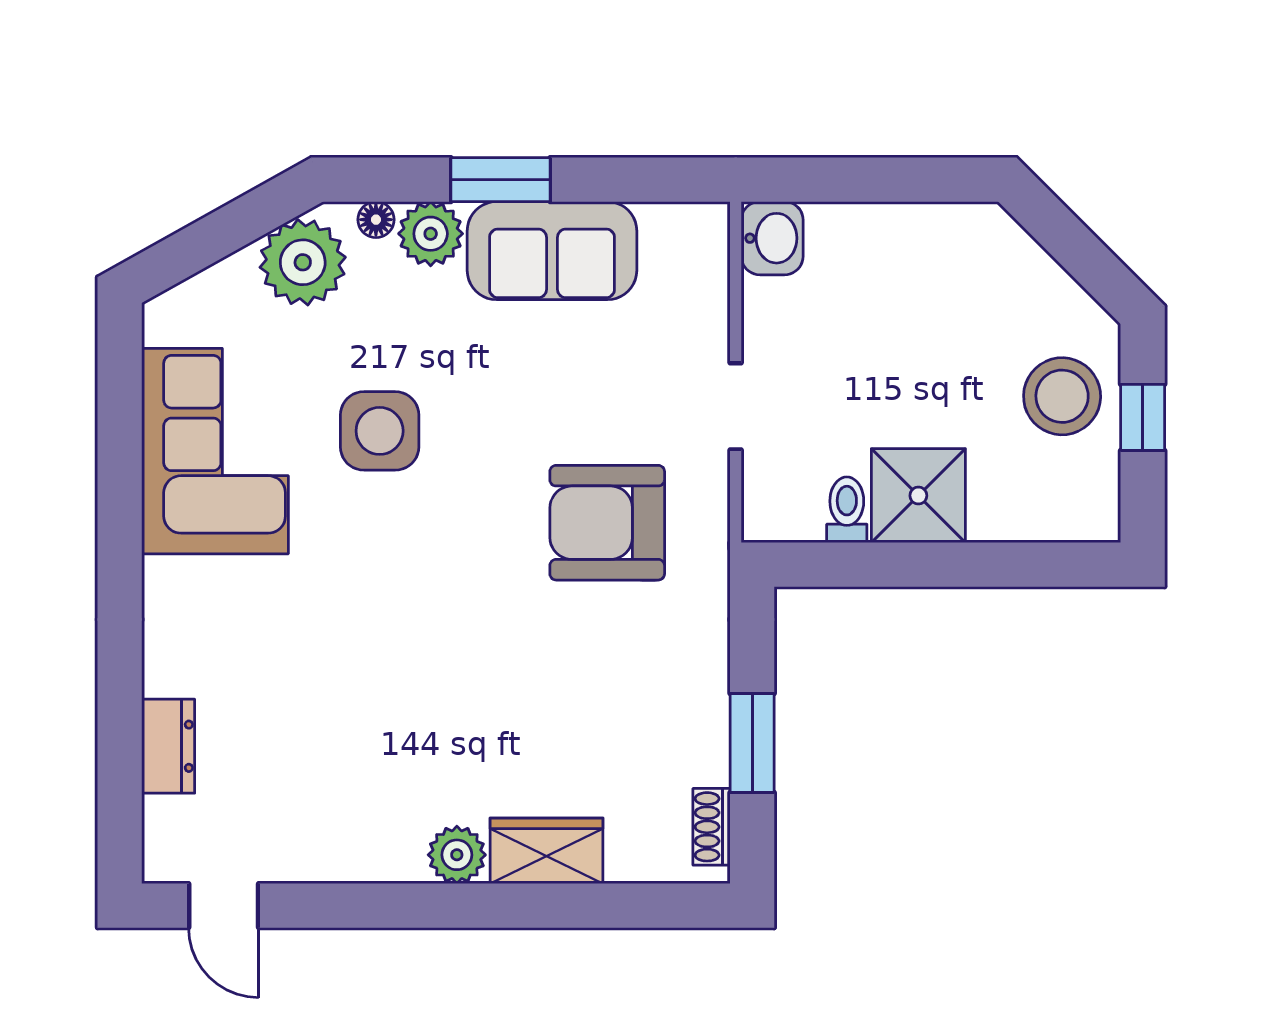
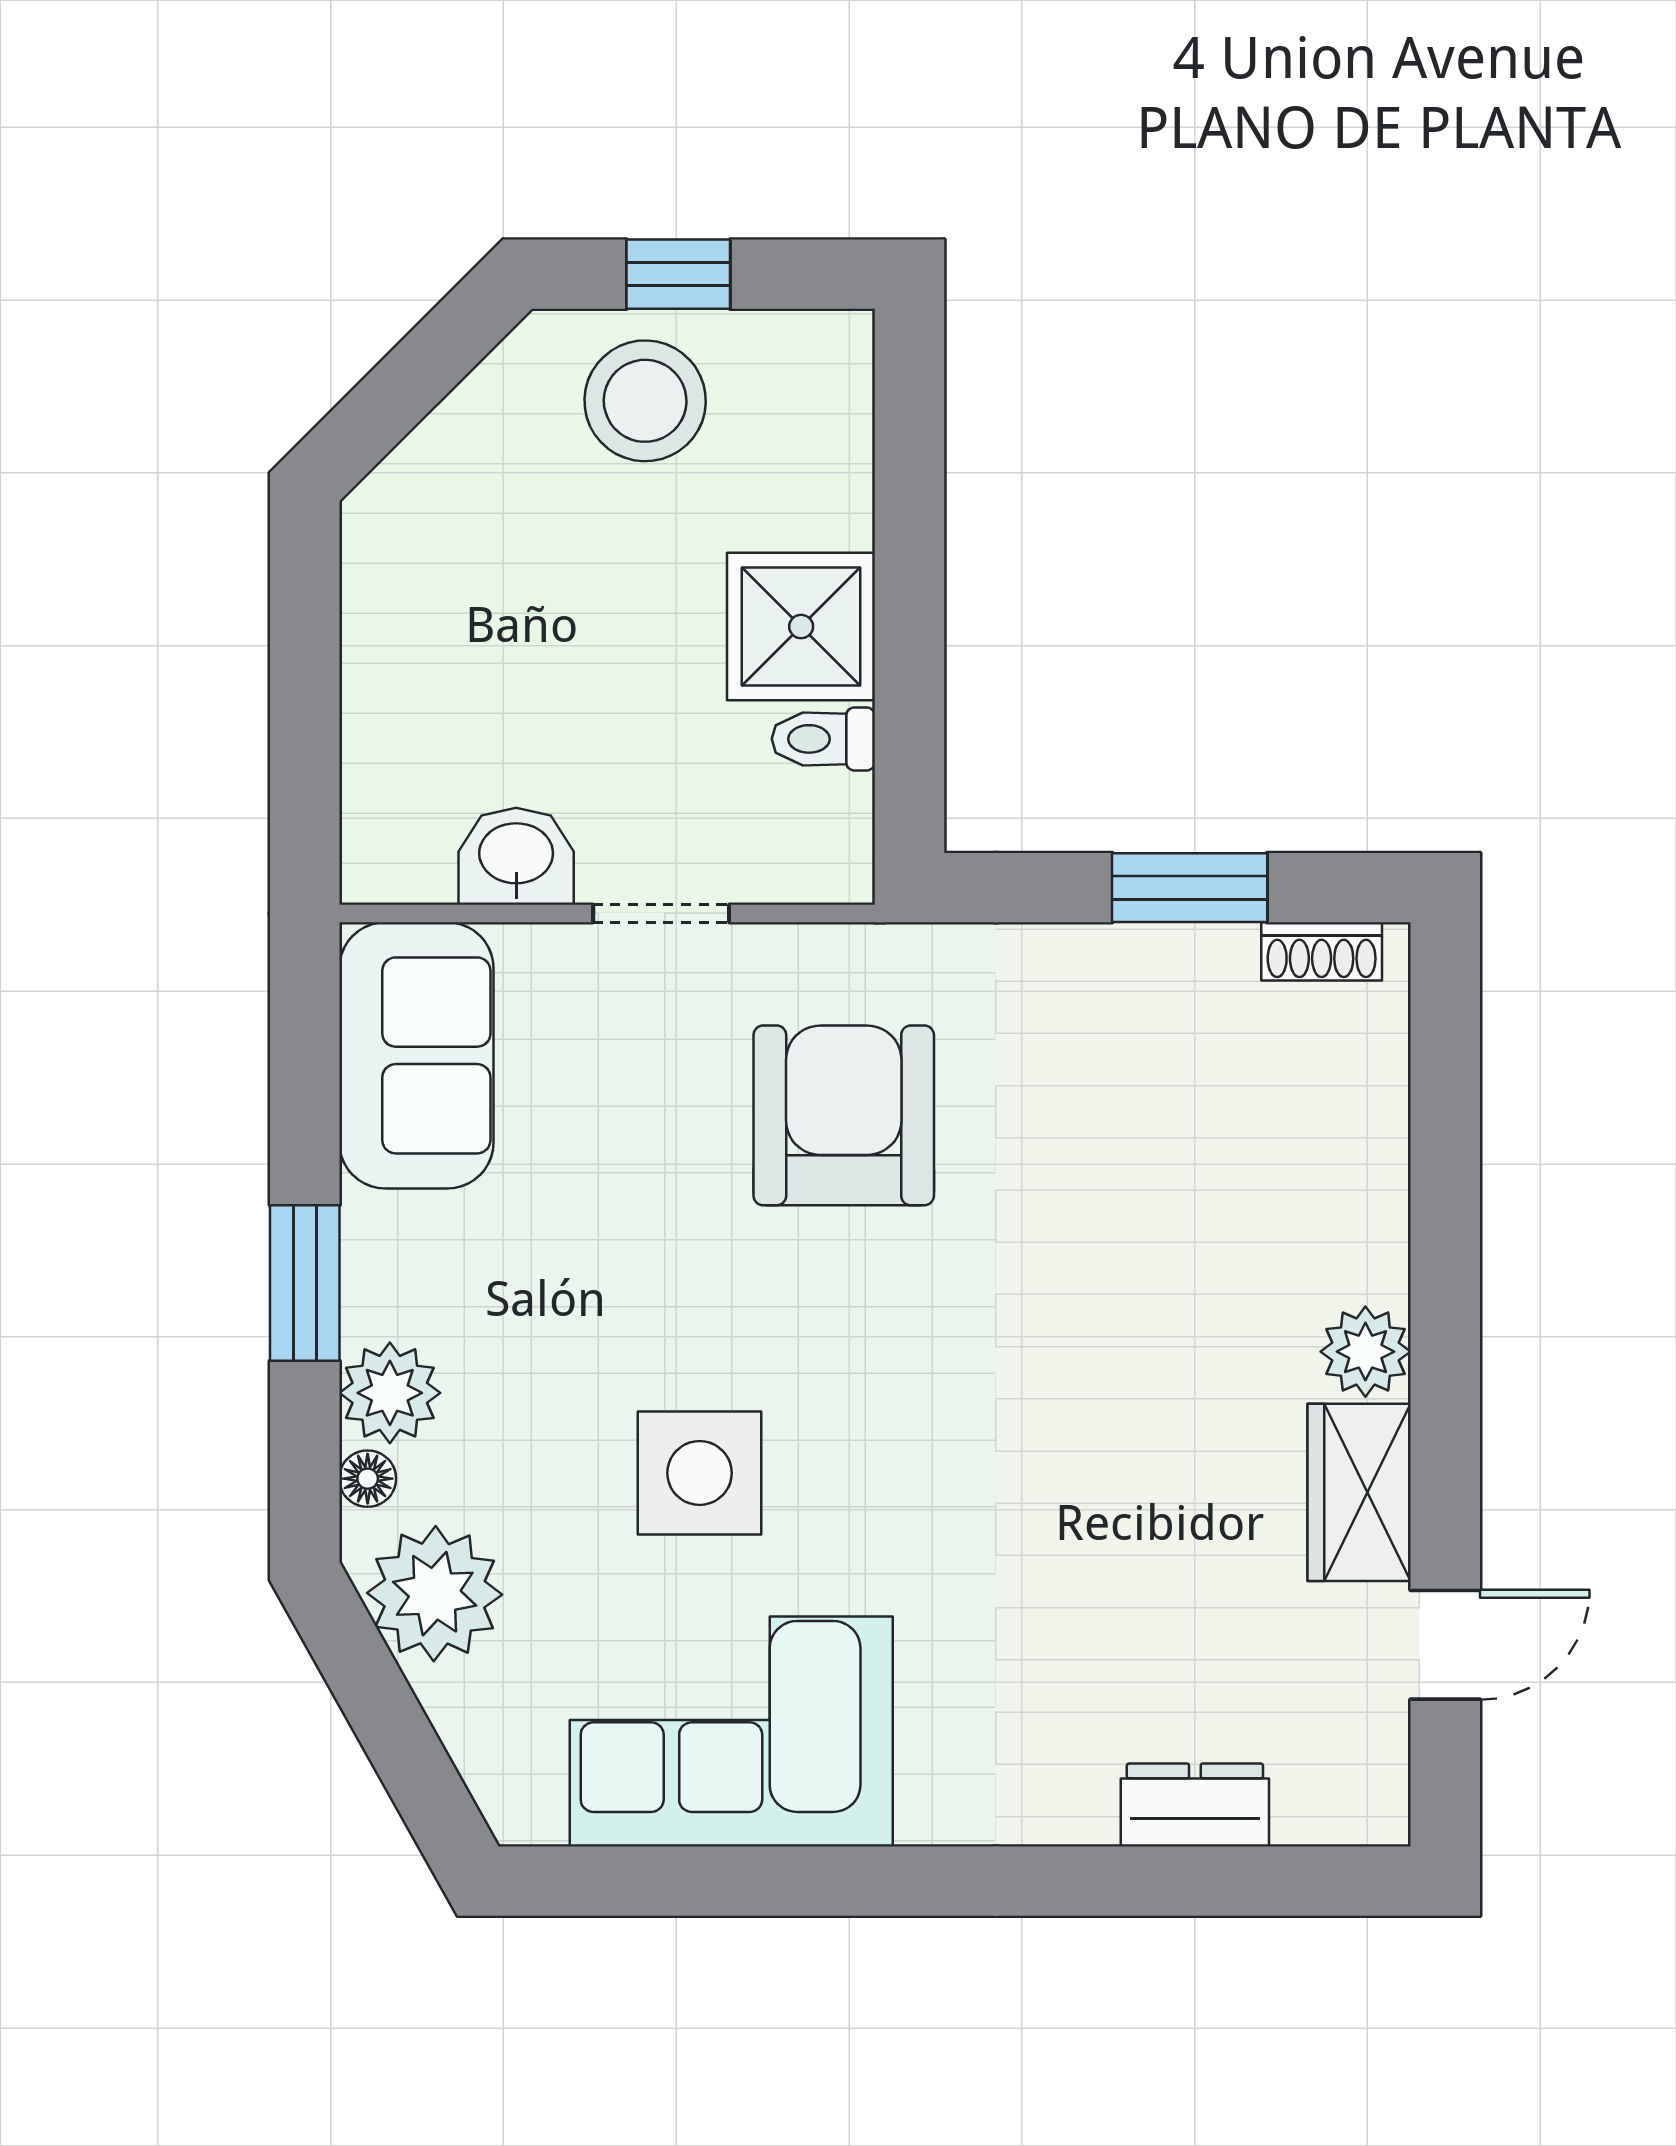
washbasin: (772, 238) -> (516, 856), moved
sofa: (552, 251) -> (416, 1055), moved
armchair: (607, 523) -> (844, 1115), turned 180
wardrobe: (547, 851) -> (1359, 1492), moved
door: (224, 906) -> (1445, 1645), moved

